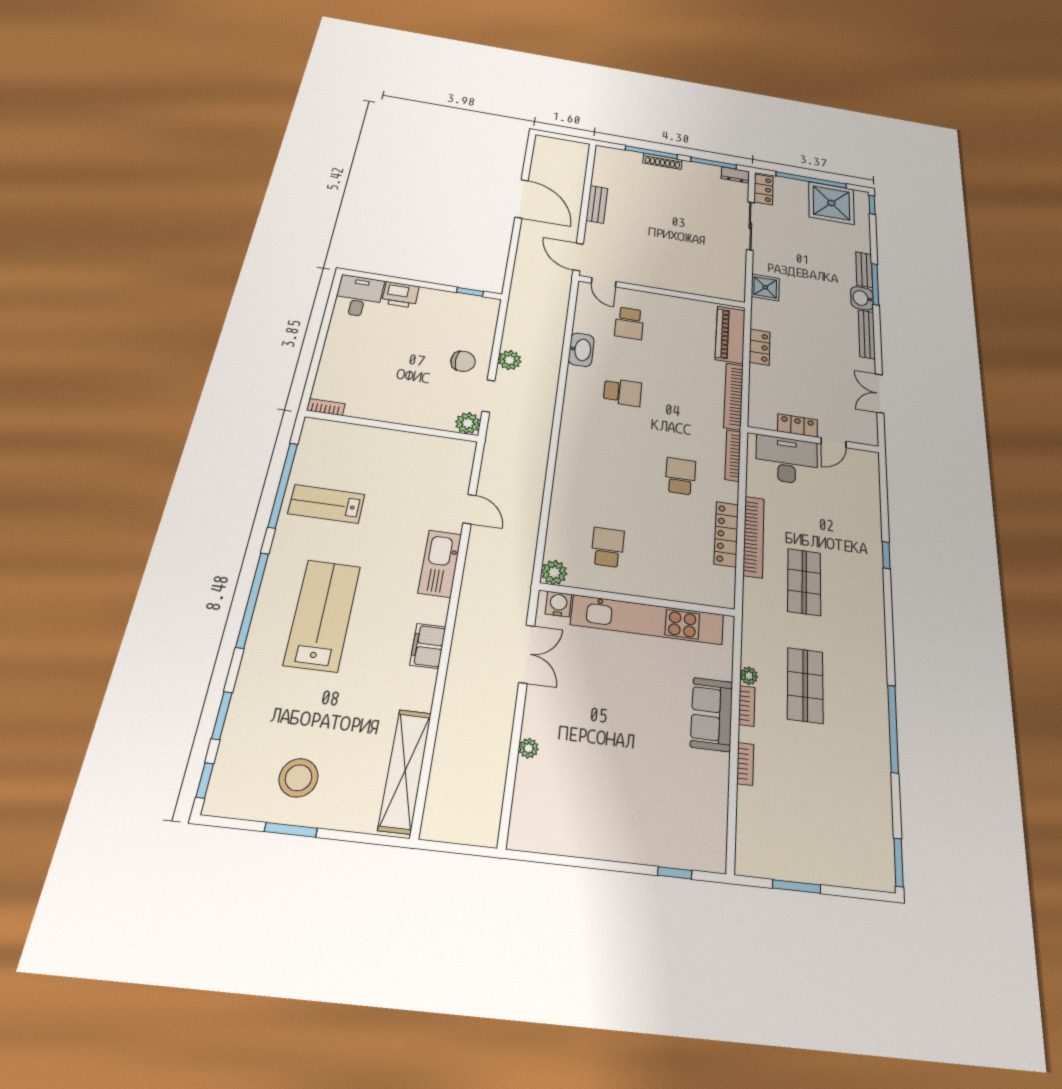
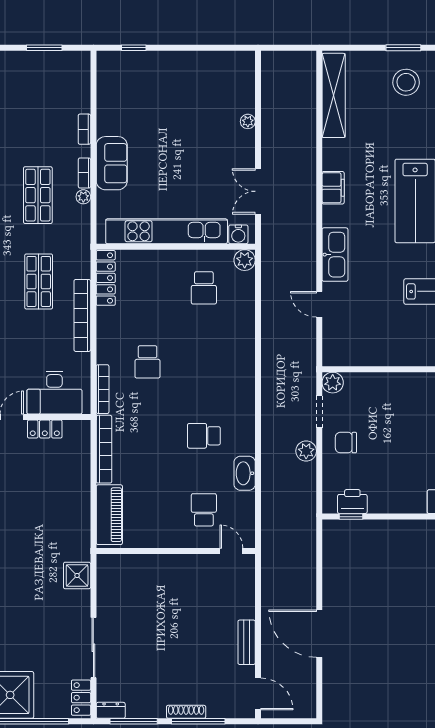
door: (578, 257) -> (258, 694), moved
printer: (400, 295) -> (352, 502), moved
locker: (760, 347) -> (81, 506), removed
locker: (726, 534) -> (106, 278), moved

